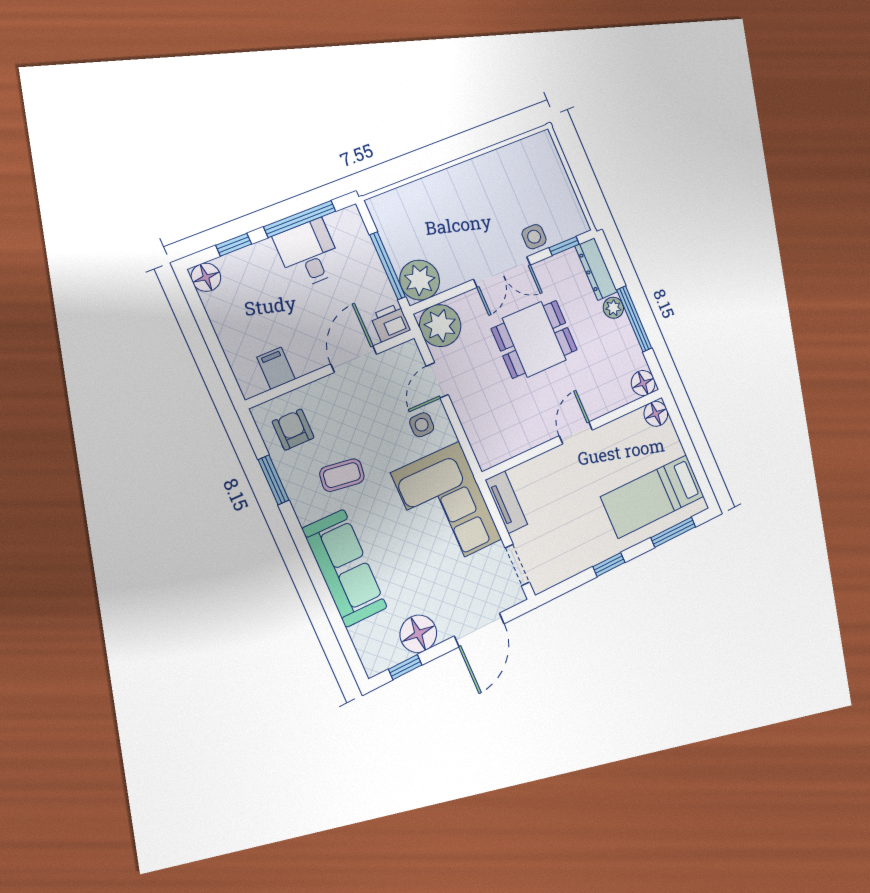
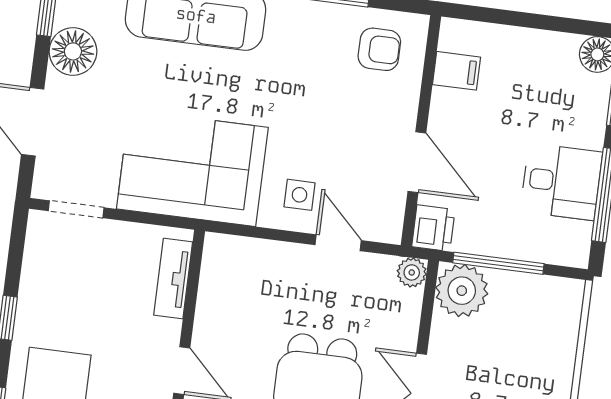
plant: (440, 326) -> (412, 272), width x0.53, depth x0.53
coffee table: (342, 475) -> (298, 72), removed
tv unit: (506, 502) -> (173, 278), moved, turned 90

